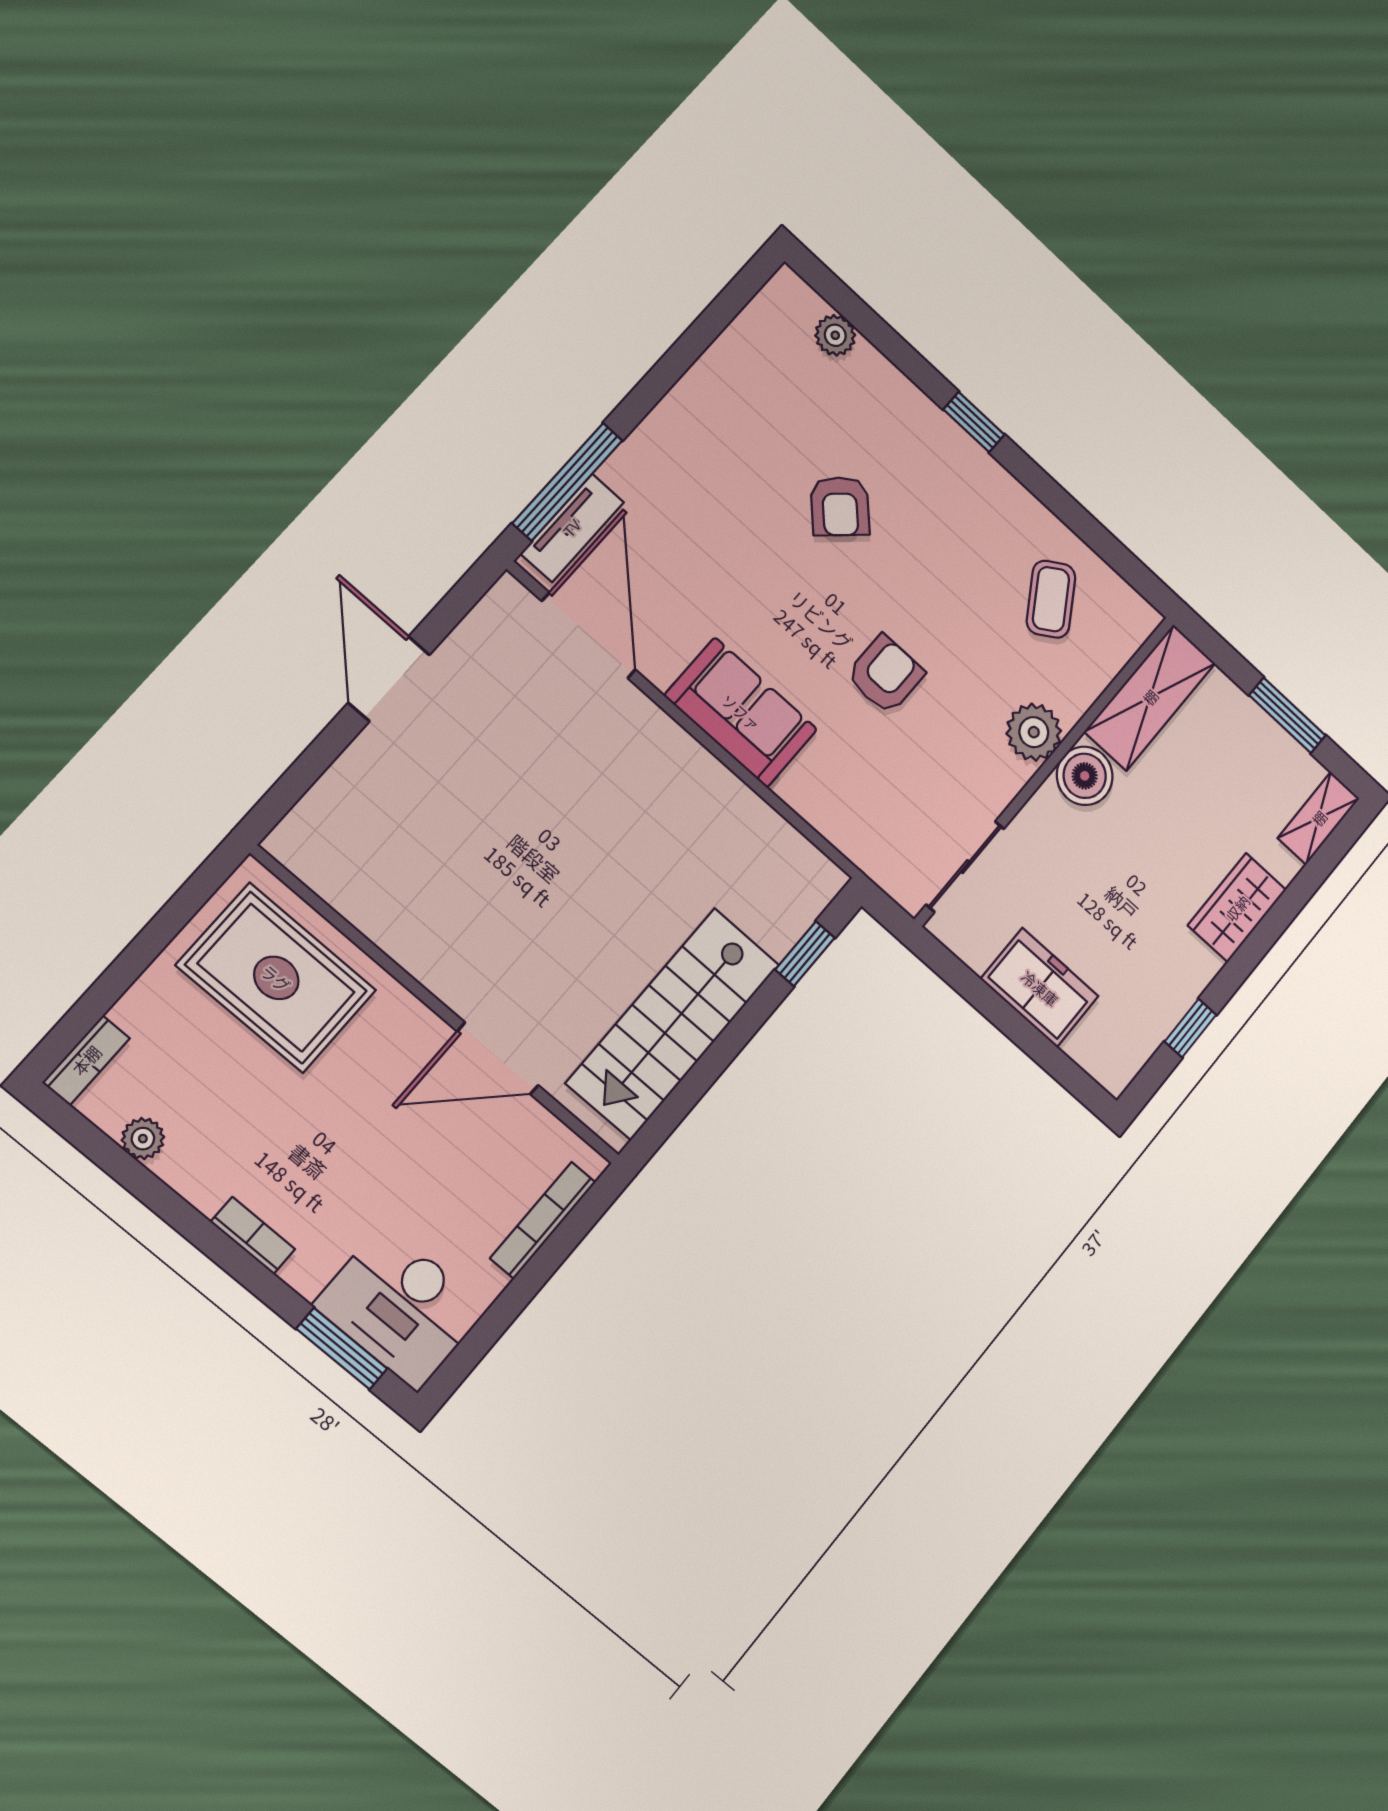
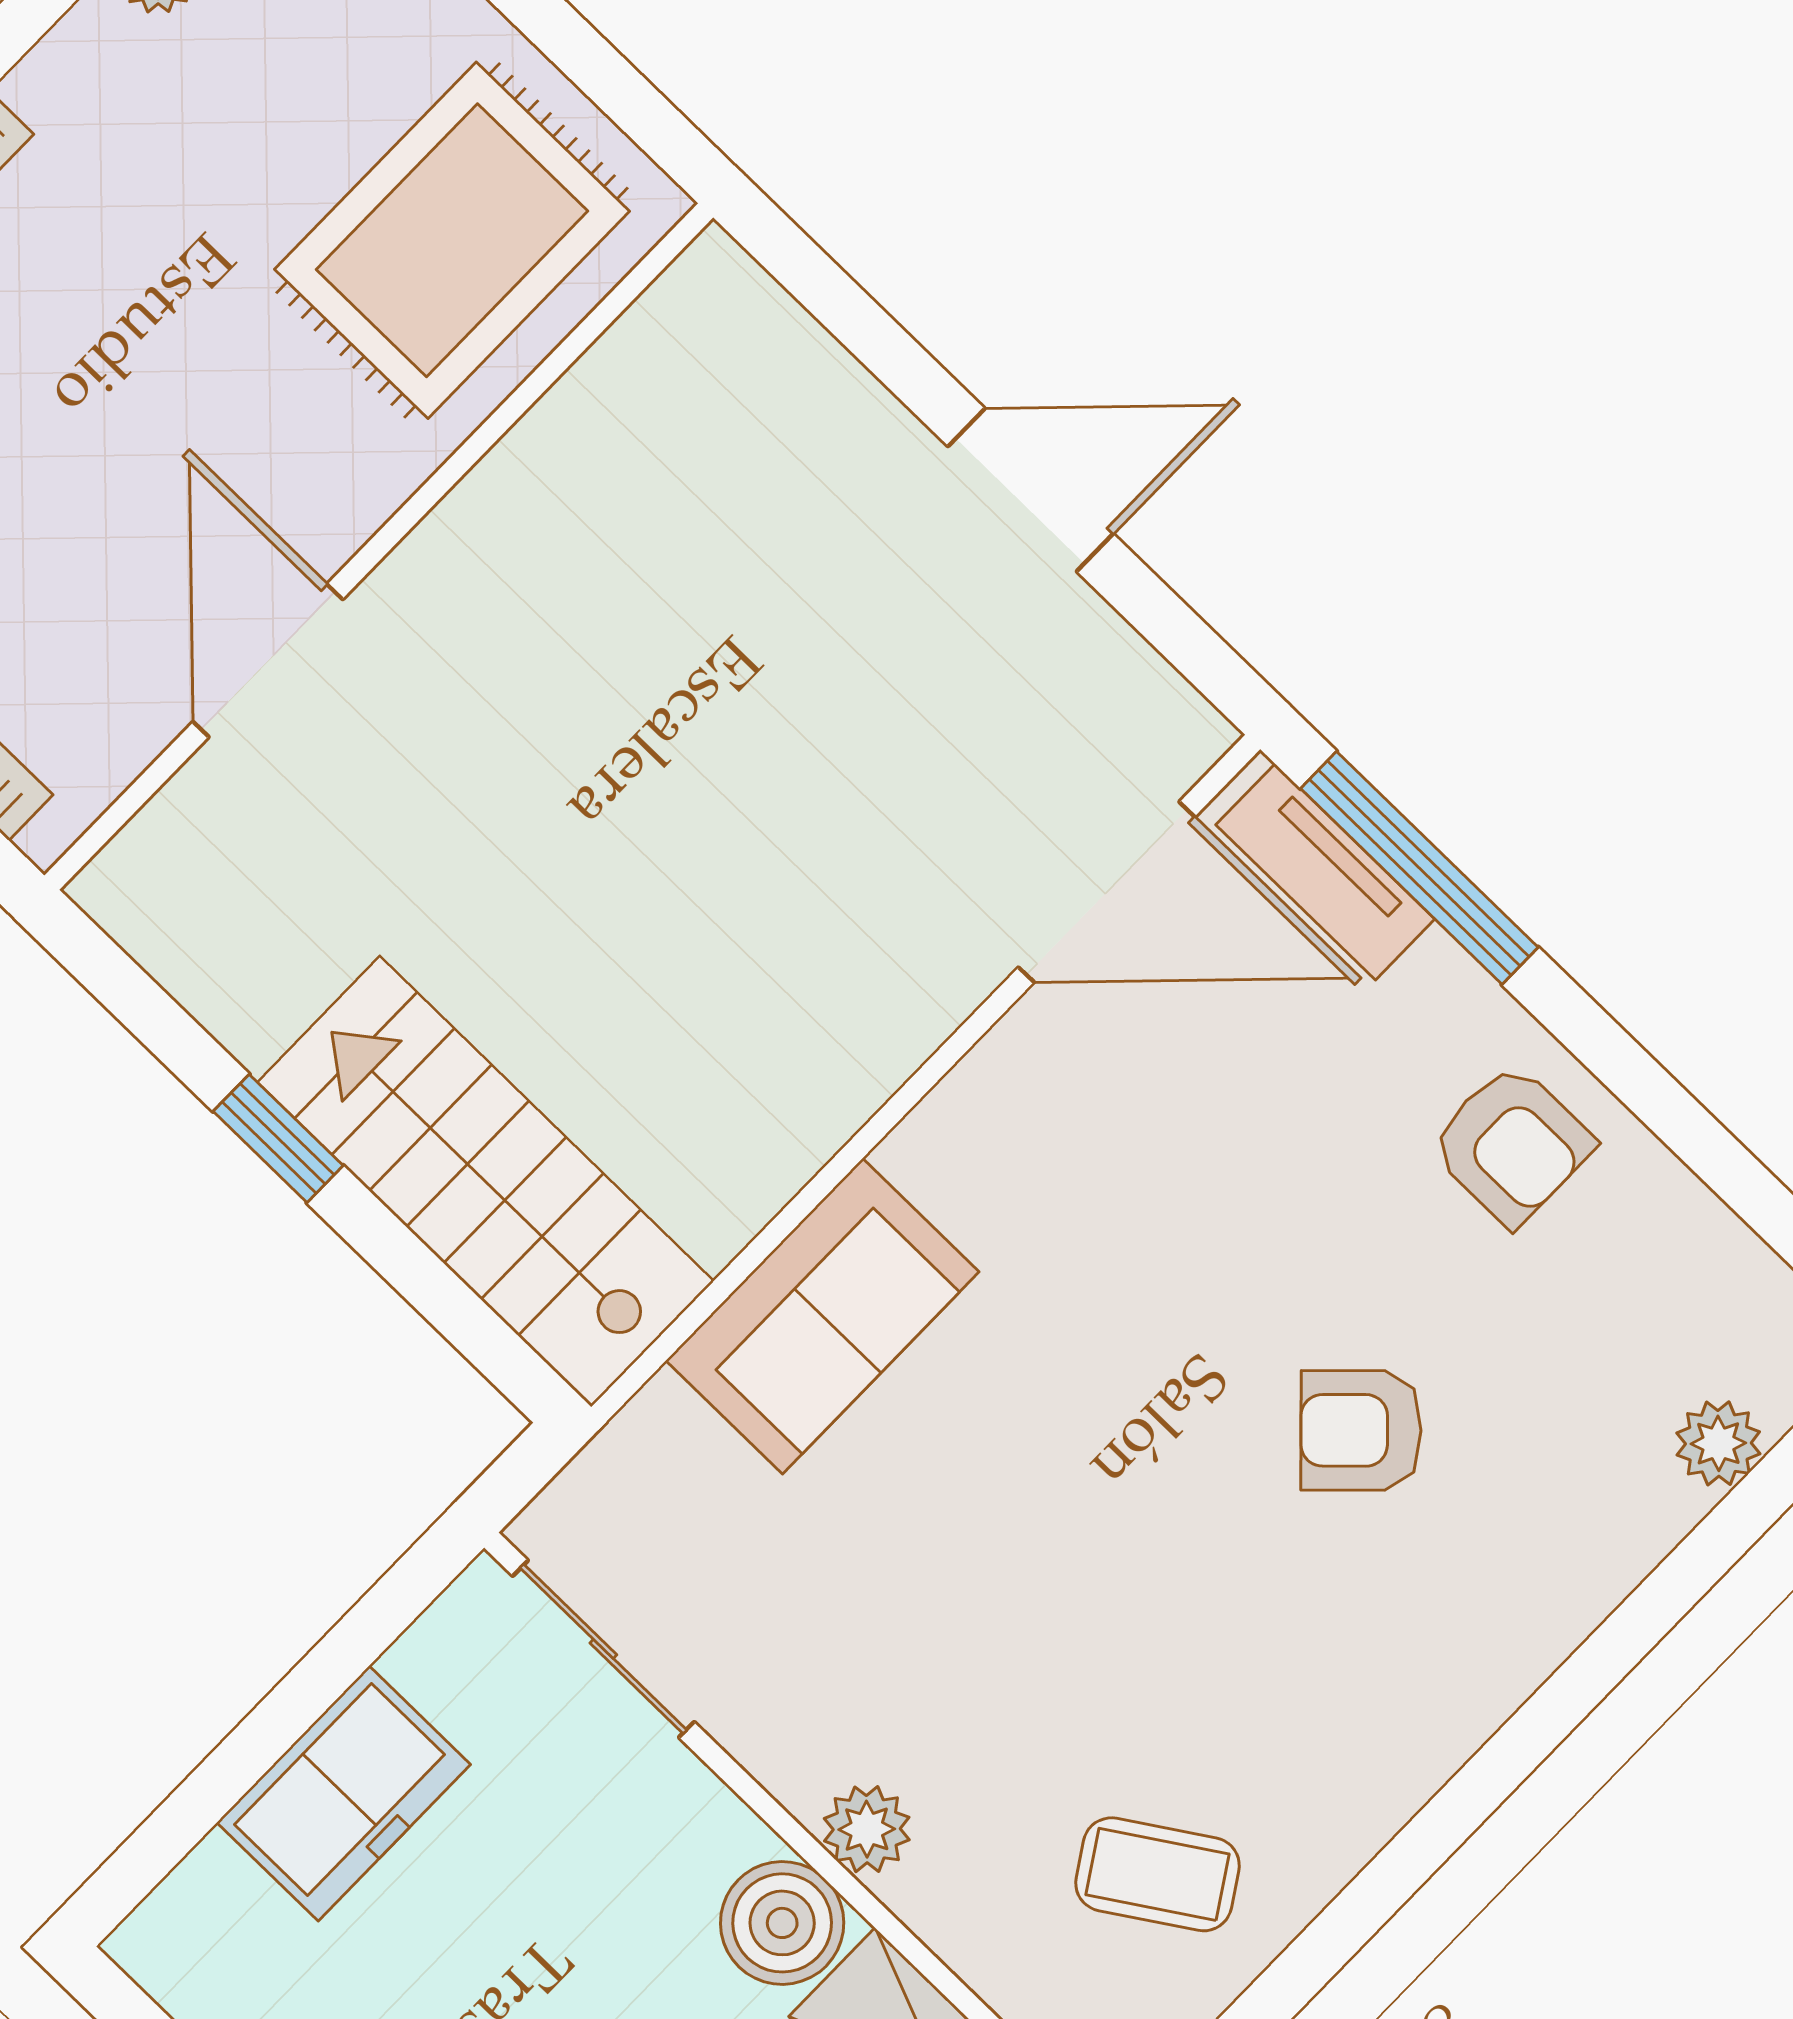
window: (974, 422) -> (1535, 1731), removed
armchair: (885, 675) -> (1512, 1145), moved
sofa: (741, 712) -> (822, 1316), moved
plant: (1034, 732) -> (867, 1829), width x0.73, depth x0.73
window: (805, 954) -> (278, 1138), moved
stairs: (673, 1024) -> (486, 1182), moved

